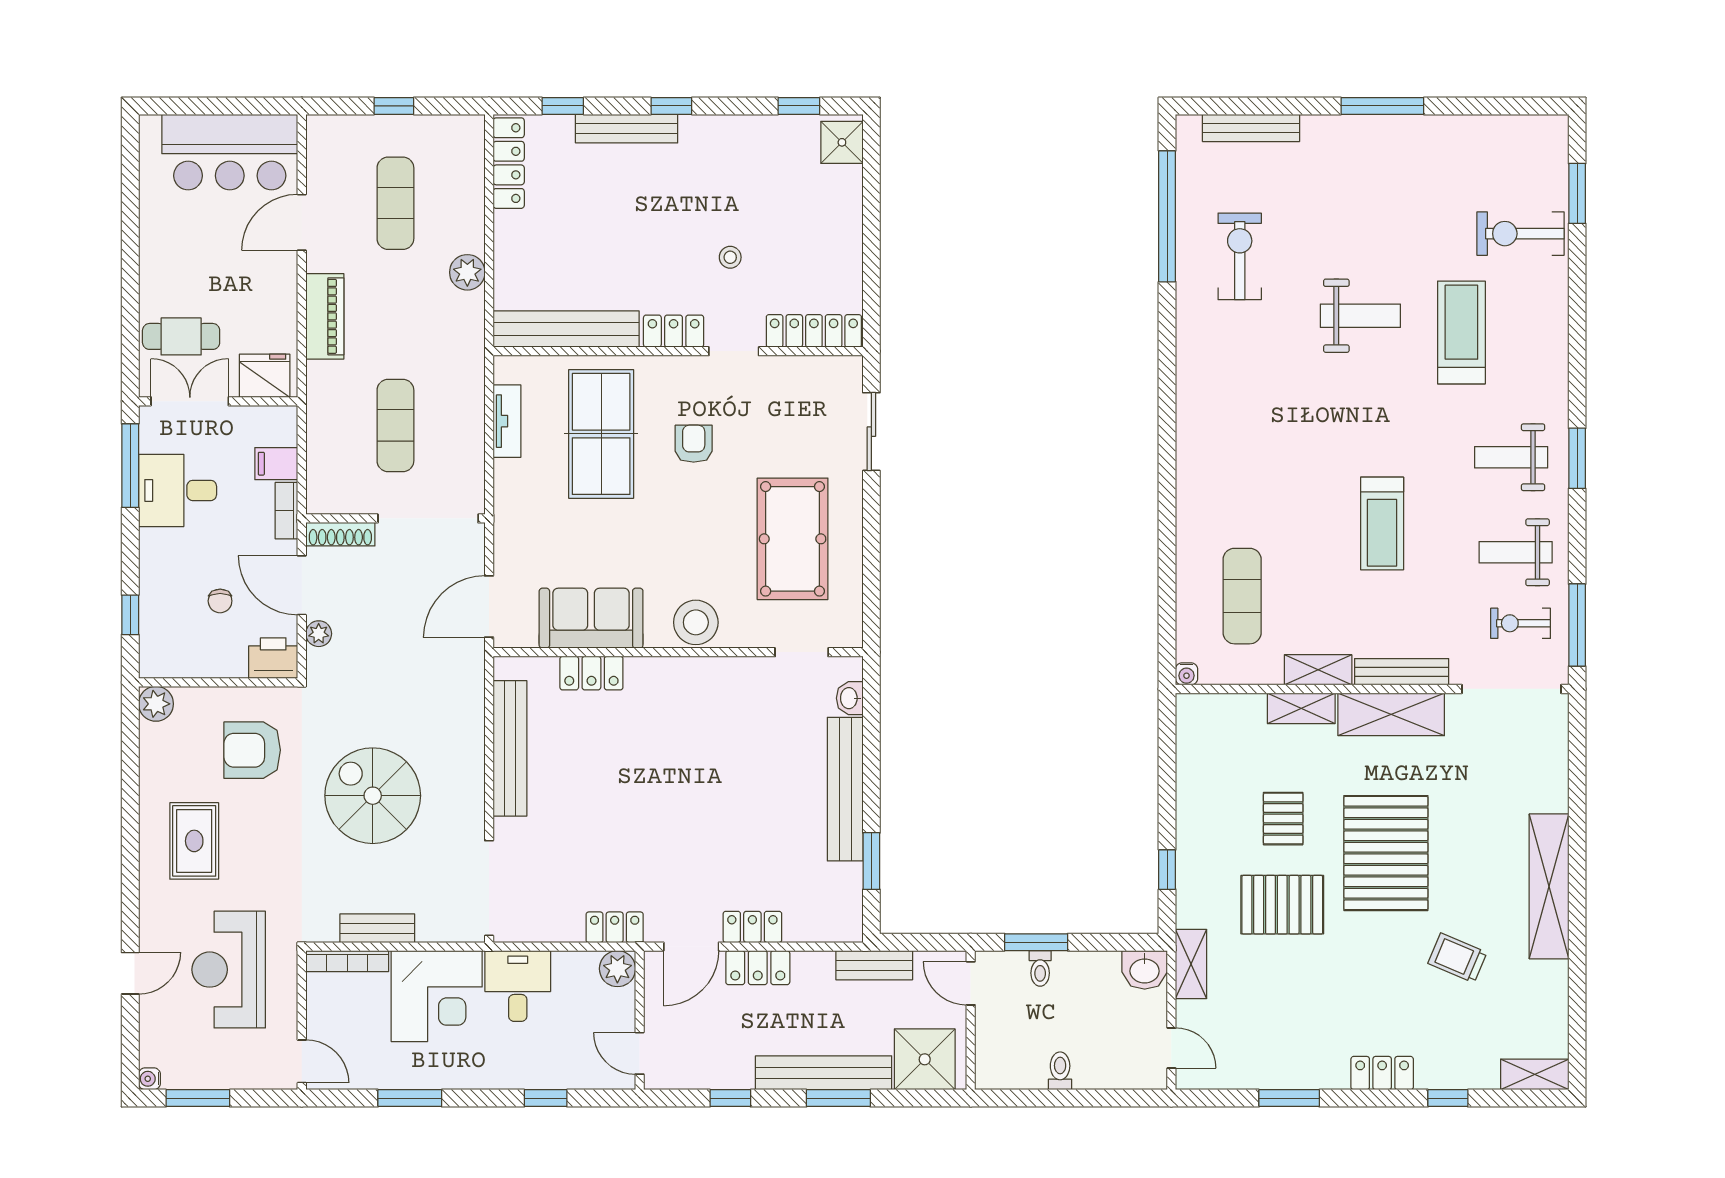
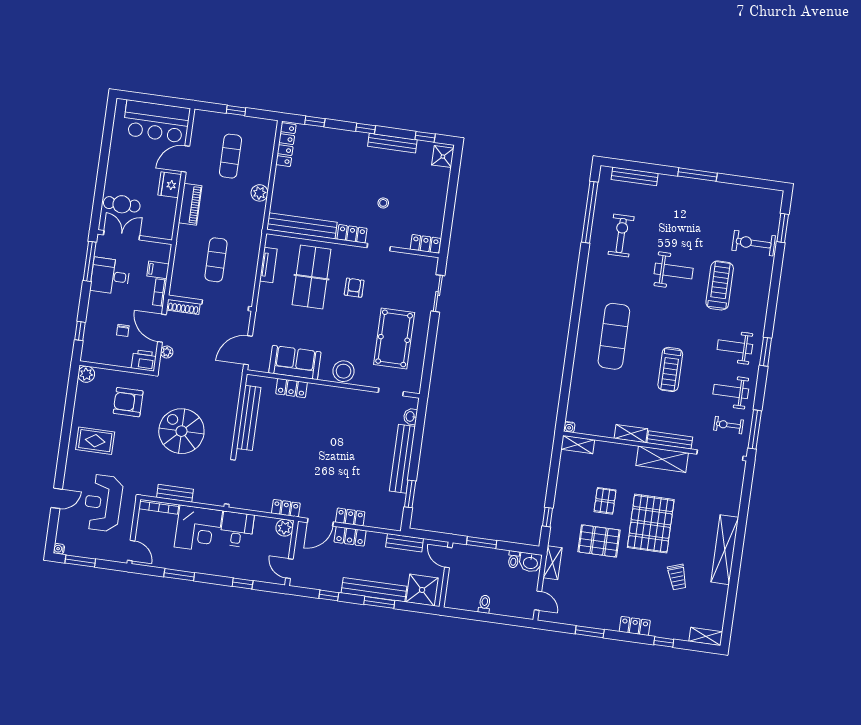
bench: (627, 129) -> (392, 143), moved
locker: (814, 331) -> (425, 244), width x0.66
fridge: (265, 376) -> (170, 185), moved, turned -90
exercise mat: (1242, 596) -> (614, 336), moved, width x1.36, depth x1.45
shelving: (1301, 708) -> (578, 445), moved
rug: (194, 841) -> (95, 441), turned 90
trolley: (1457, 958) -> (677, 577), turned -132
toilet: (1040, 968) -> (514, 559), moved

